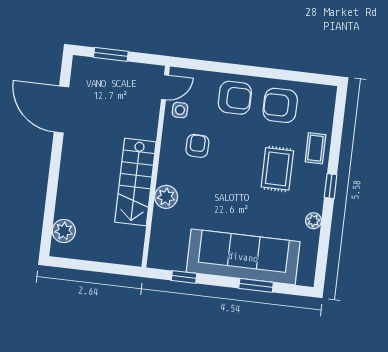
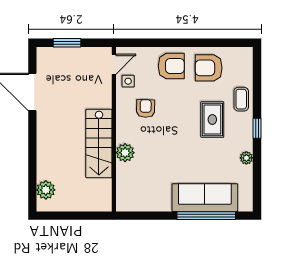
sofa: (243, 257) -> (205, 198), width x0.74, depth x0.79
window: (184, 277) -> (147, 216), removed
window: (256, 285) -> (206, 216), width x2.11

